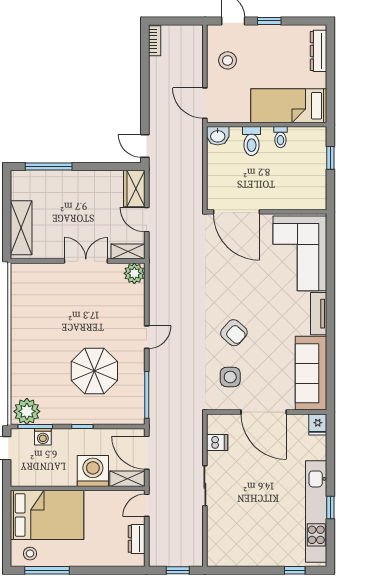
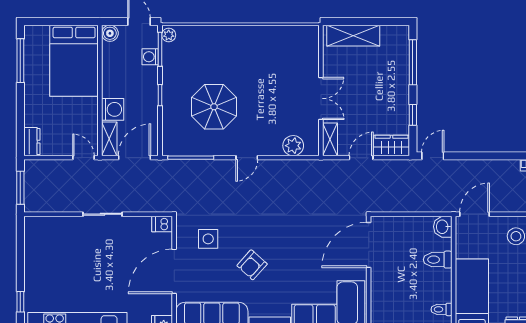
toilet: (280, 137) -> (441, 309), moved
window: (103, 166) -> (413, 115), added
plant: (134, 273) -> (293, 146), moved
armchair: (234, 333) -> (252, 265), moved
door: (147, 337) -> (247, 158), hinge flipped
plant: (27, 411) -> (169, 35), width x0.53, depth x0.53
dishwasher: (217, 443) -> (162, 224), moved, turned 90
washing machine: (93, 471) -> (113, 109), width x0.73, depth x0.73
boiler: (19, 478) -> (110, 33), added
dresser: (137, 539) -> (32, 142), moved, turned 90
stool: (30, 554) -> (37, 44), removed
window: (178, 570) -> (20, 188), width x1.50

